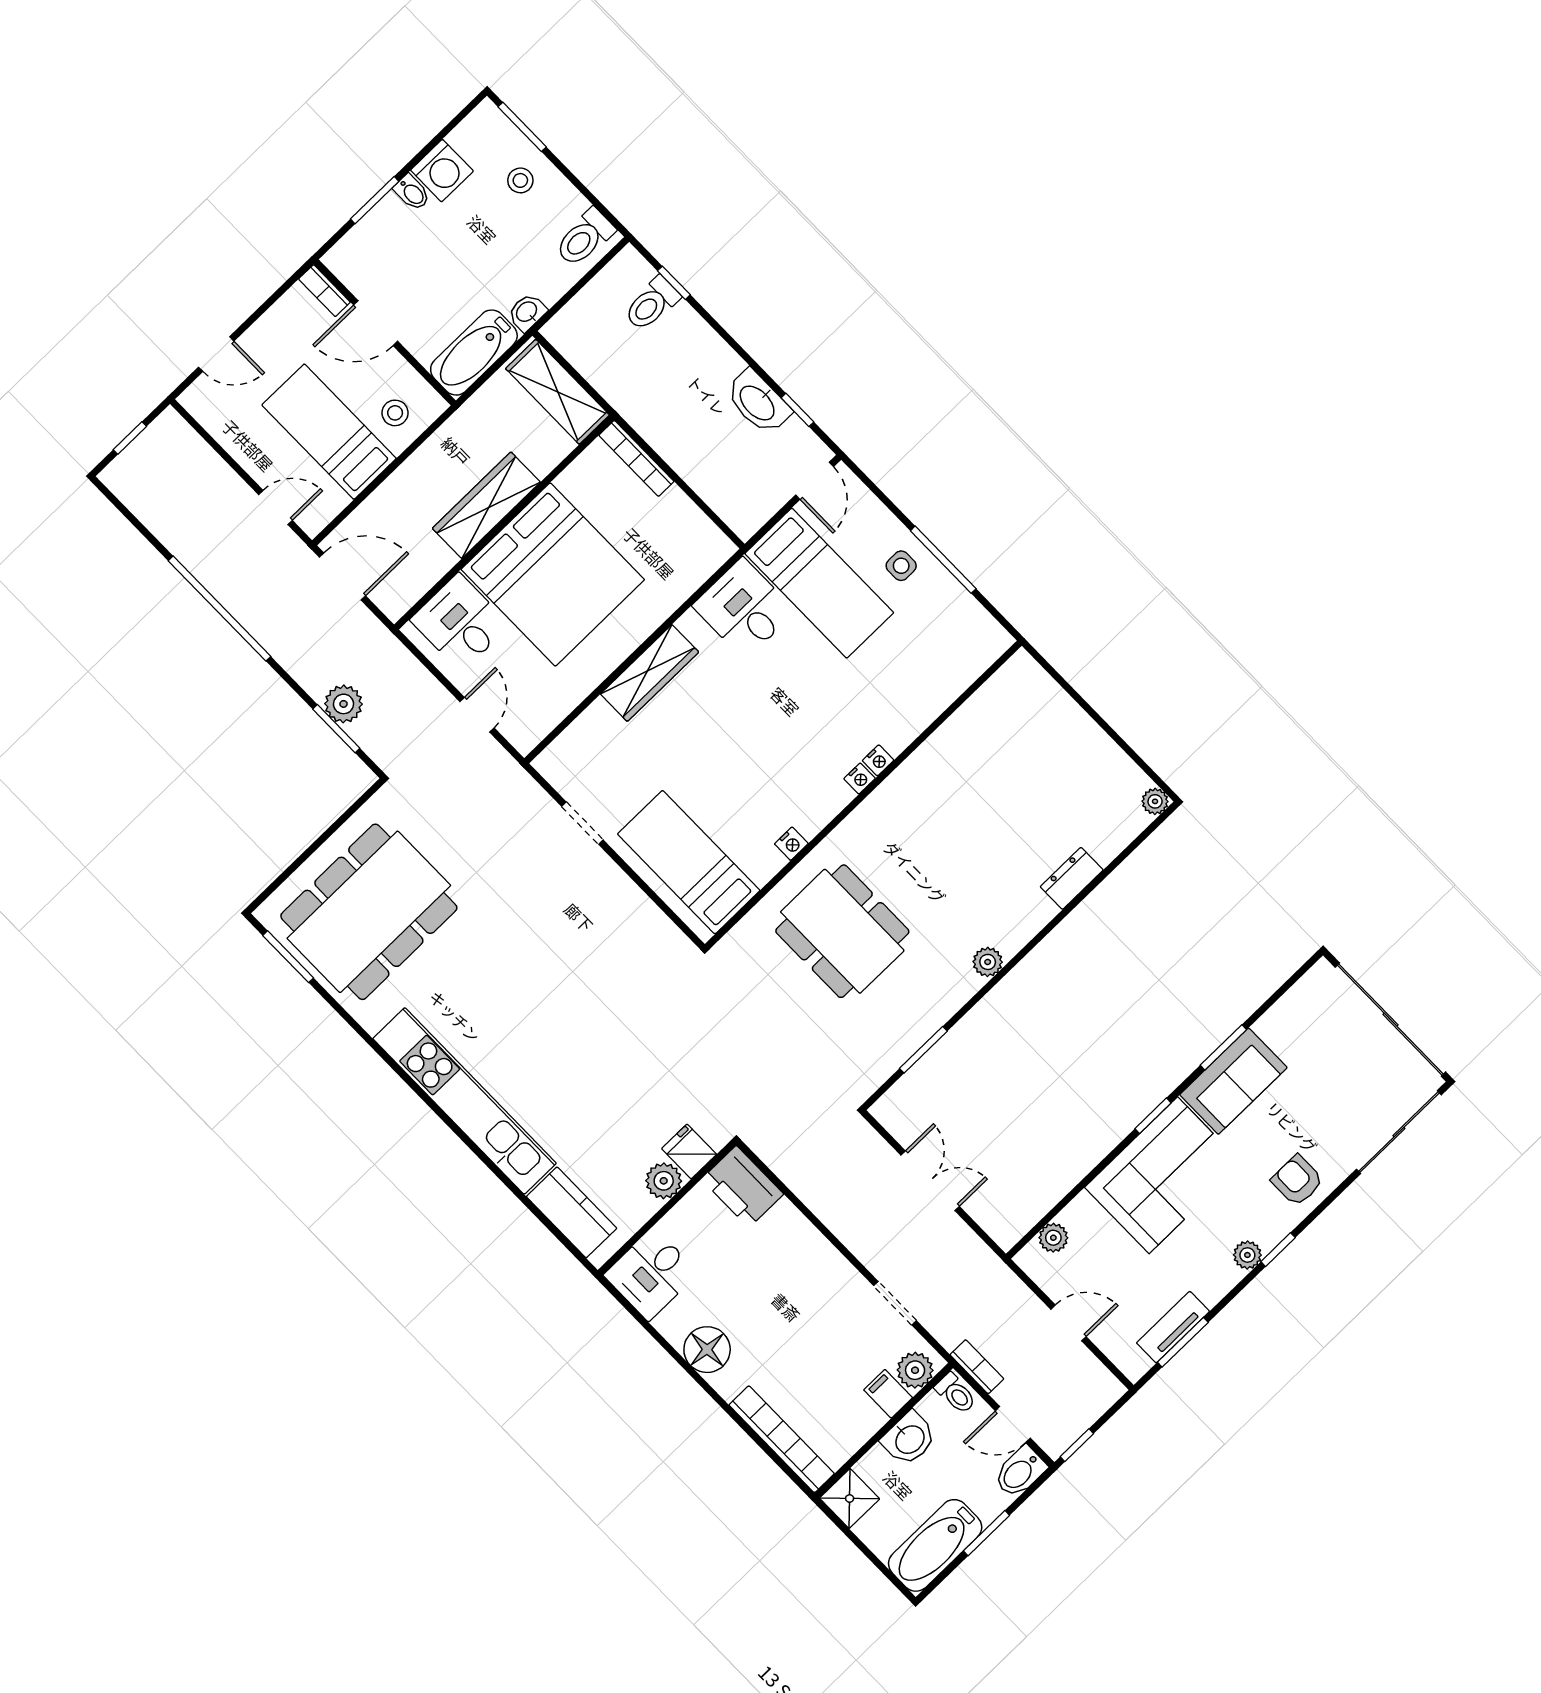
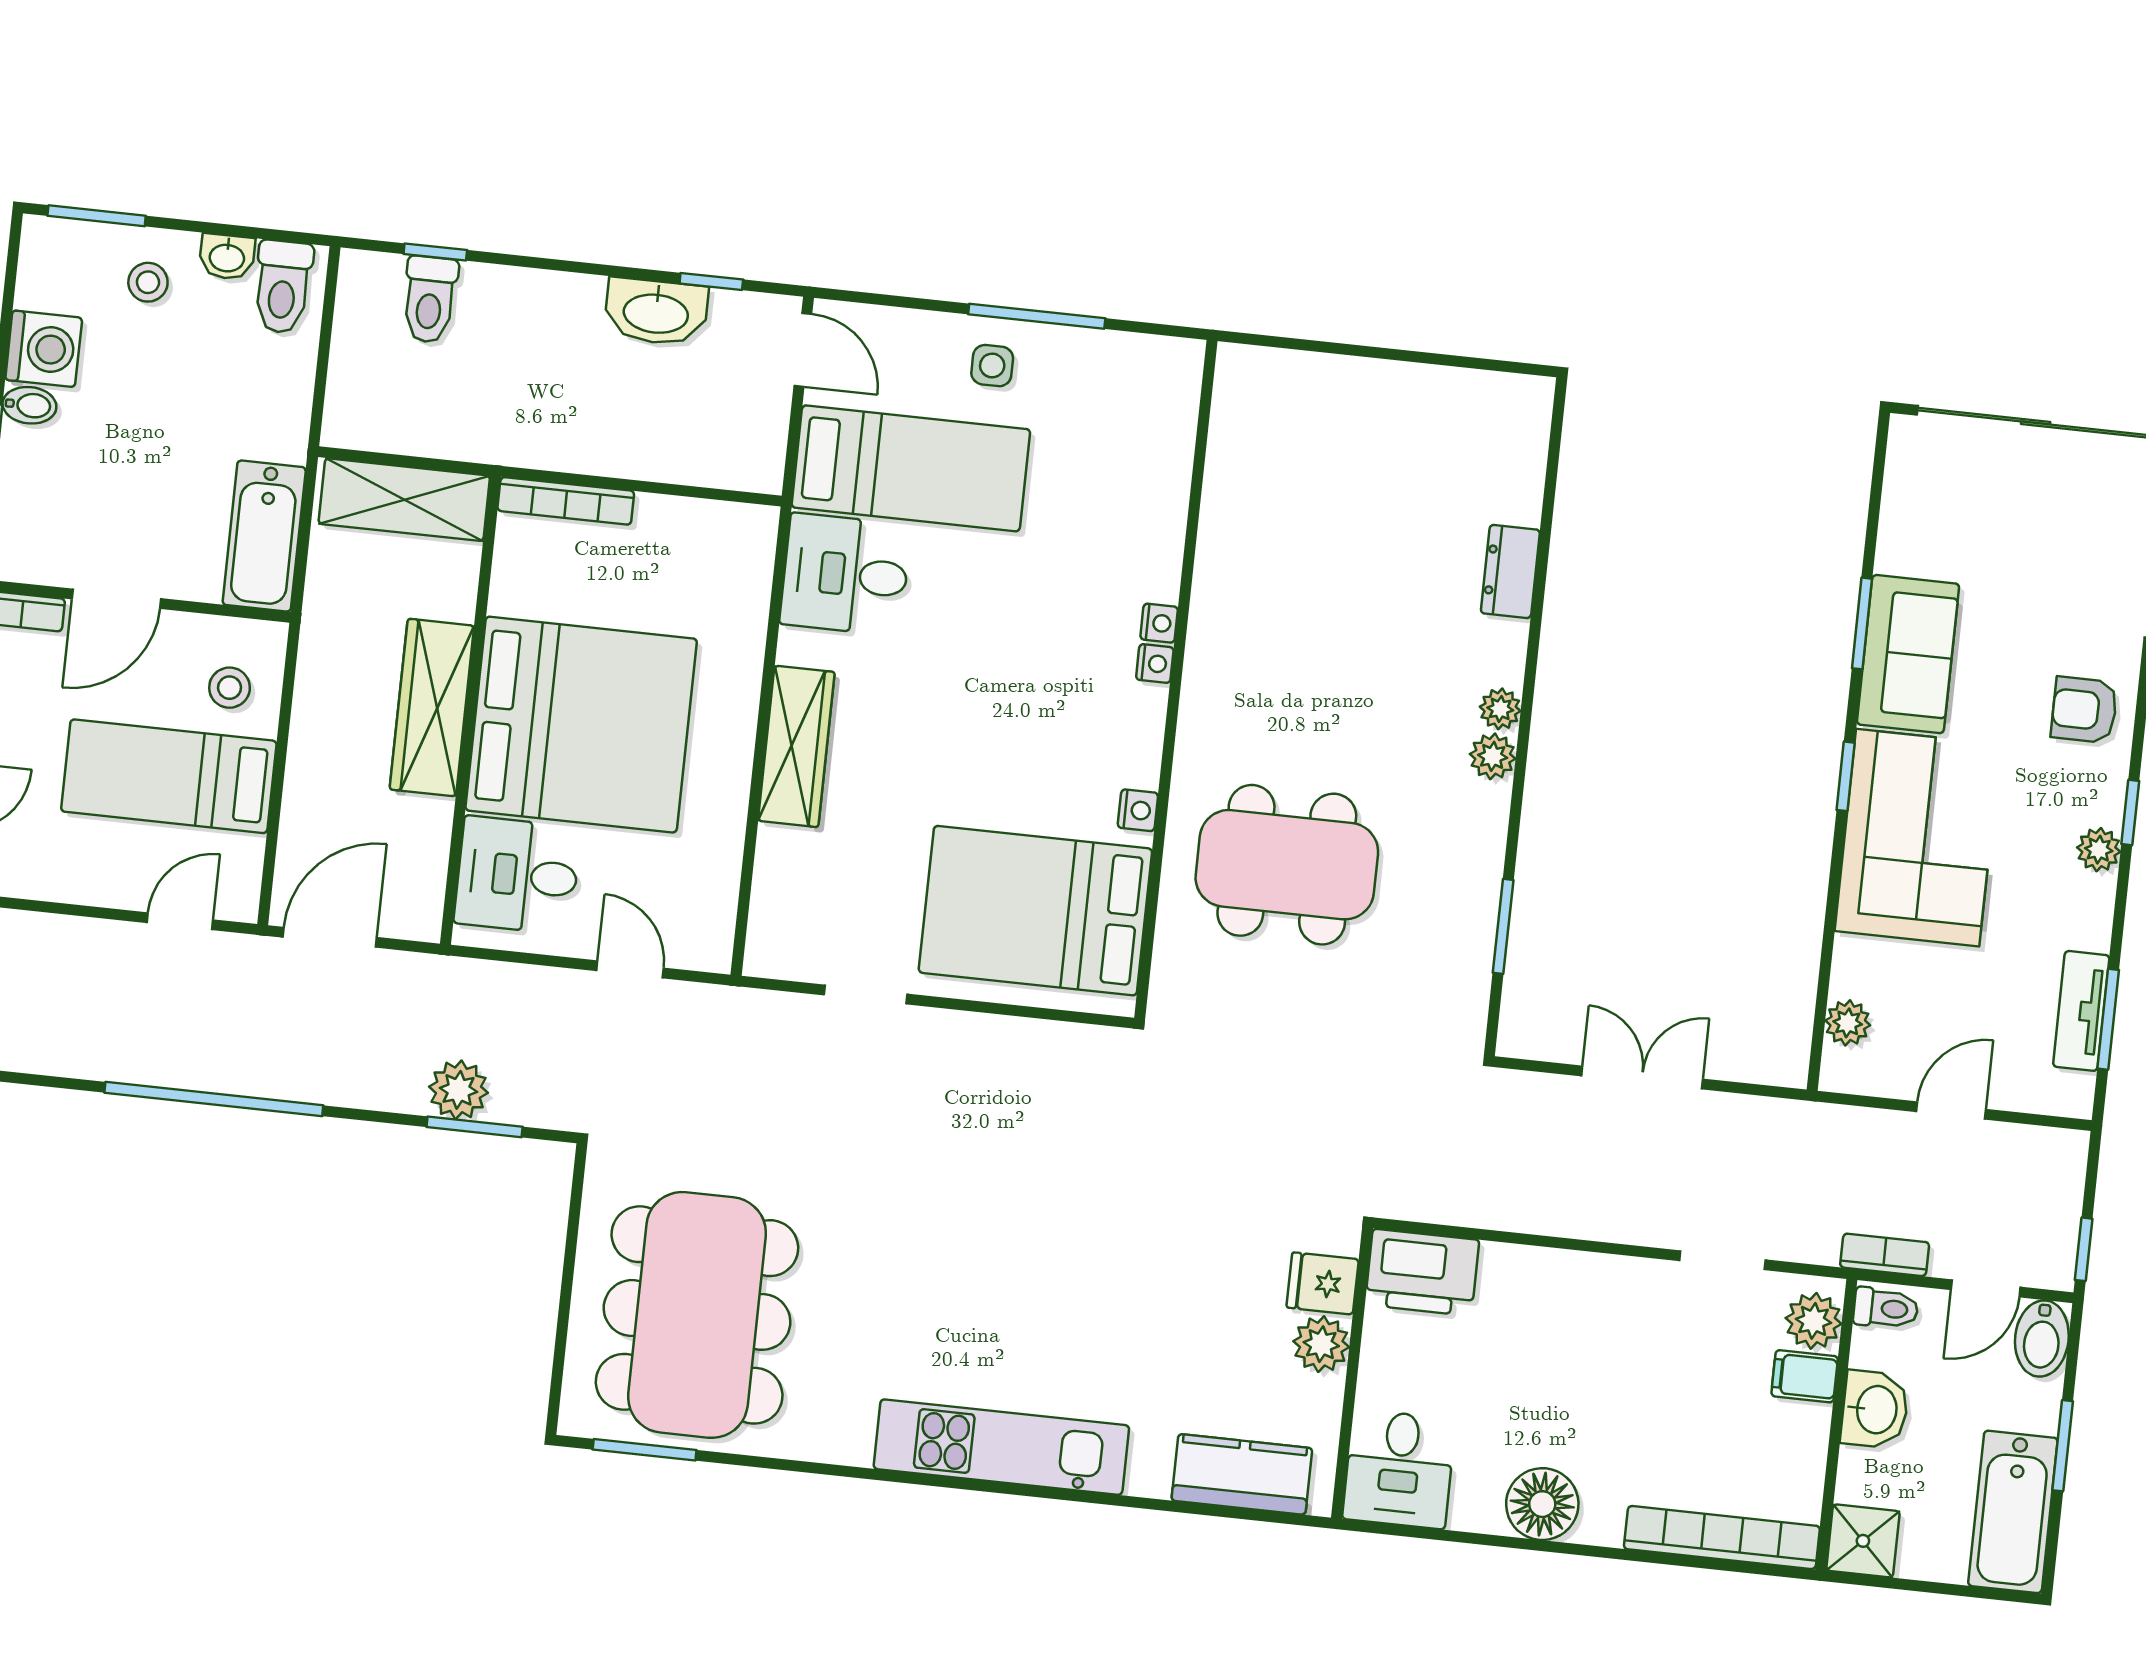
washbasin: (527, 312) -> (227, 257), moved, turned -90
plant: (1155, 801) -> (1500, 709), moved
bed: (689, 862) -> (1035, 911), width x1.50
kitchen unit: (465, 1101) -> (1001, 1447), width x0.73

